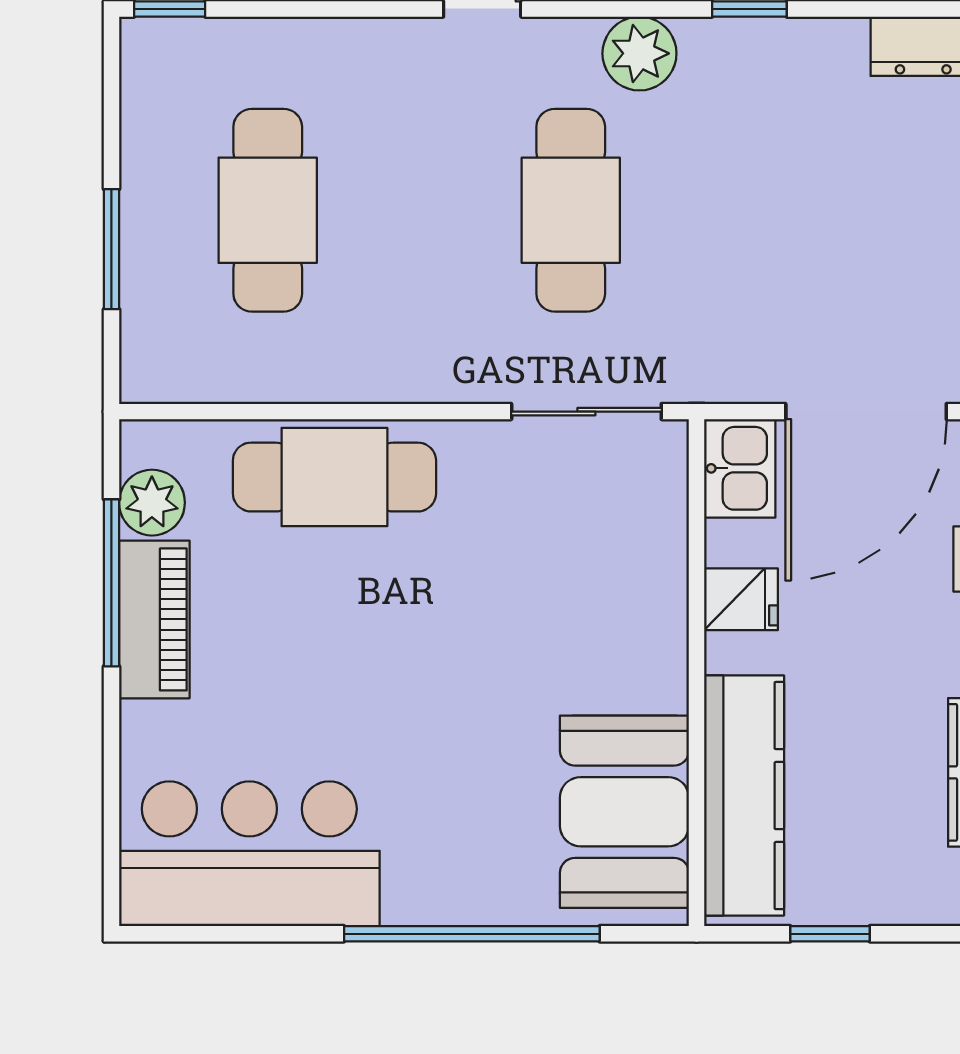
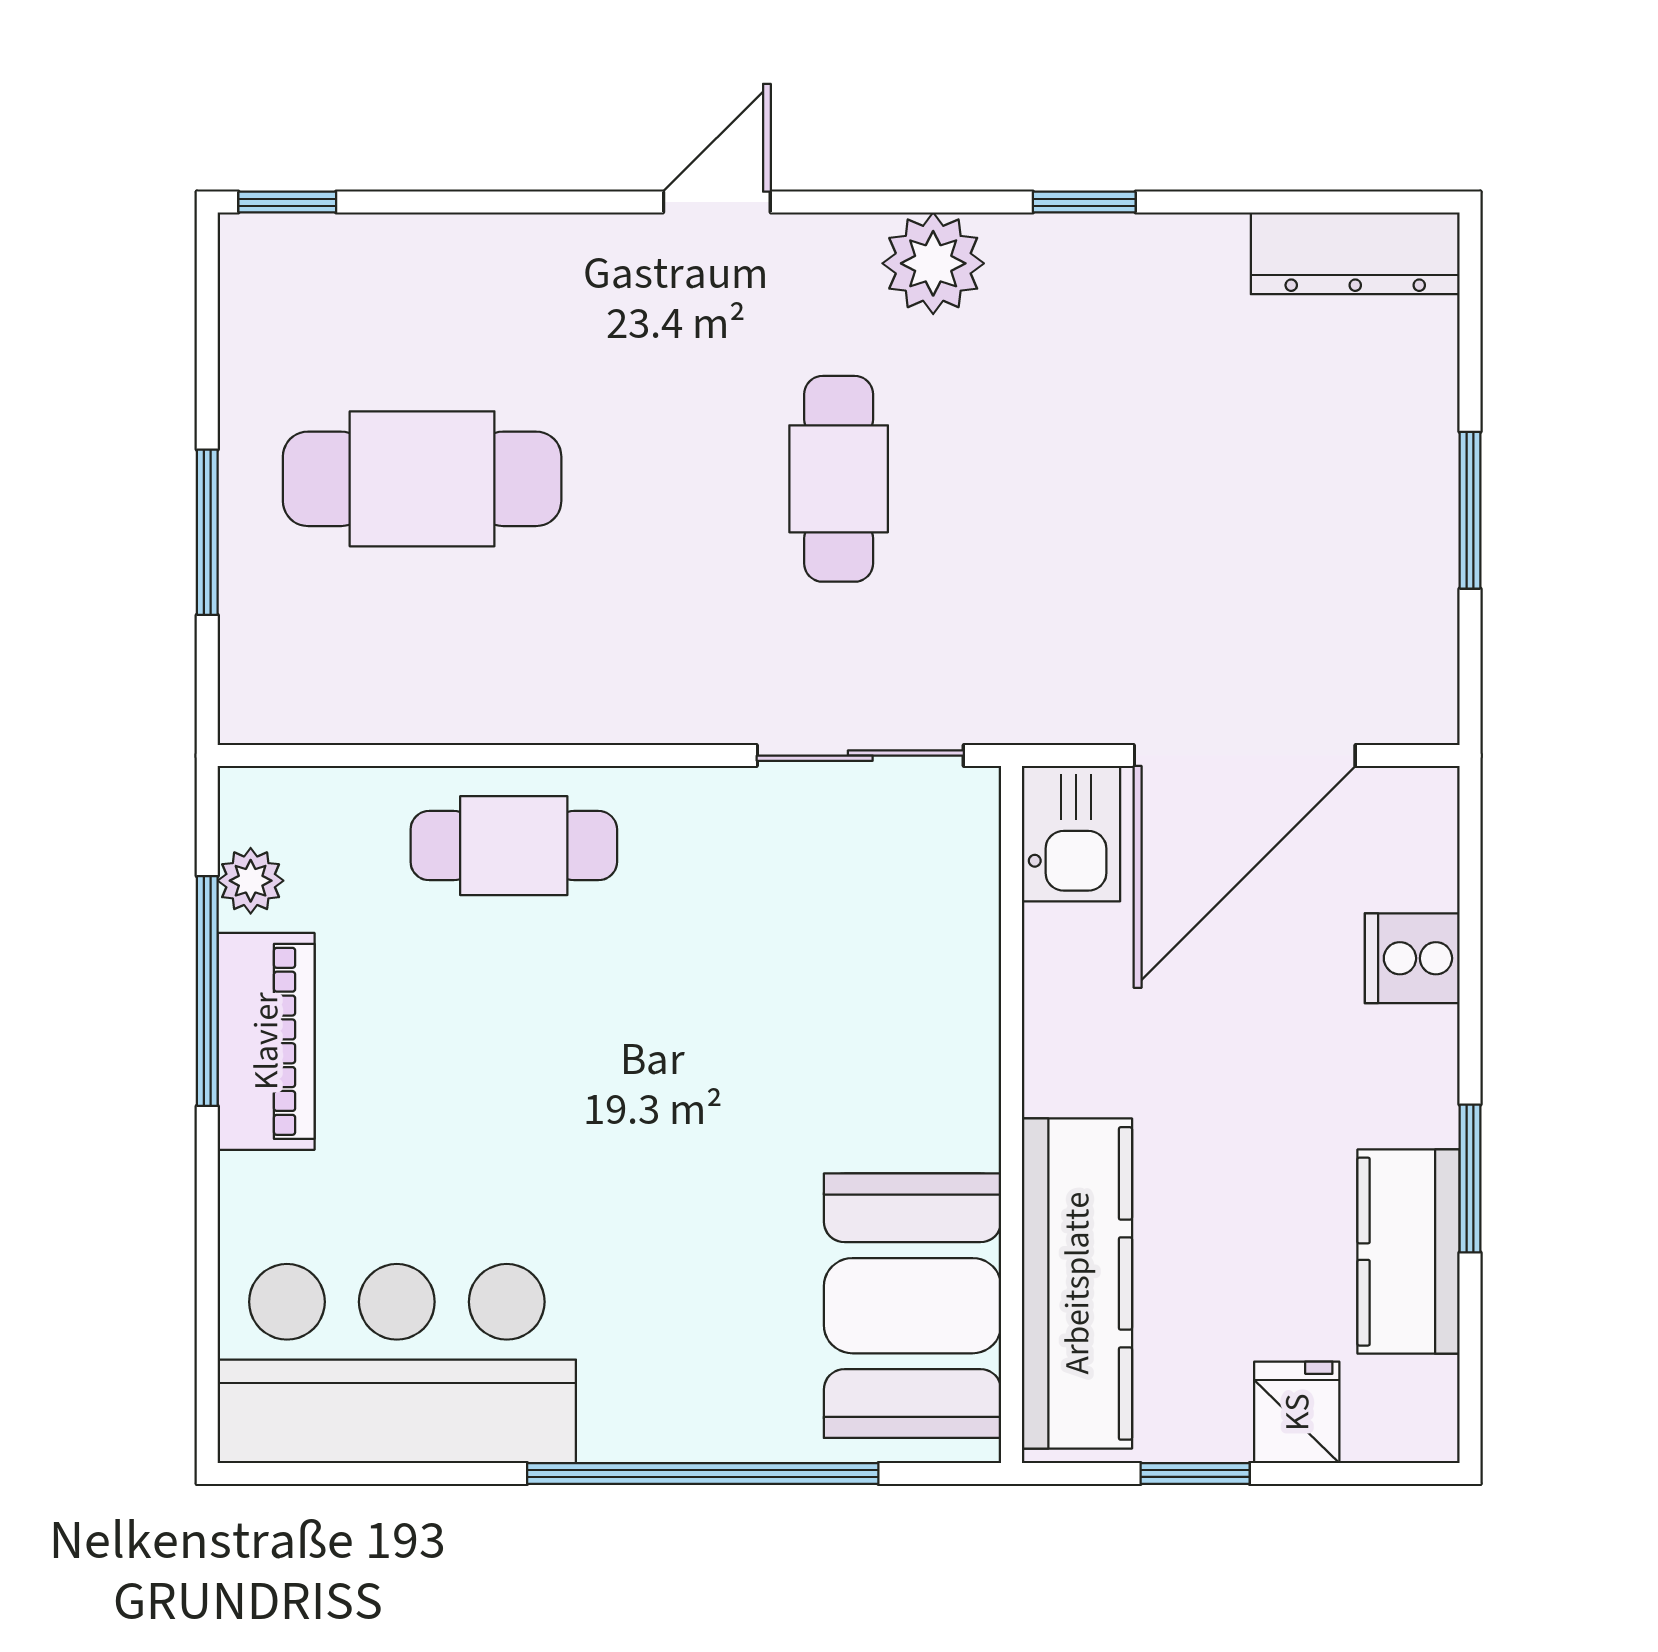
cafe table: (268, 210) -> (422, 479), turned 90
cafe table: (571, 210) -> (839, 479), width x0.73, depth x0.74
cafe table: (334, 477) -> (514, 846), width x0.73, depth x0.74
plant: (152, 503) -> (251, 881), width x0.73, depth x0.73
fridge: (741, 599) -> (1297, 1412), moved, turned -90

